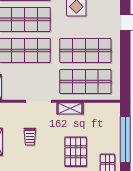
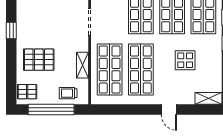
shelving: (70, 108) -> (83, 65), moved
trolley: (30, 137) -> (68, 93), moved

